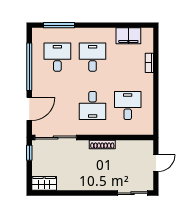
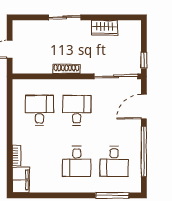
filing cabinet: (128, 36) -> (21, 180), moved, turned 90
desk: (128, 105) -> (39, 110), turned 180
wardrobe: (44, 183) -> (104, 28), moved
sliding door: (132, 193) -> (65, 17), moved

